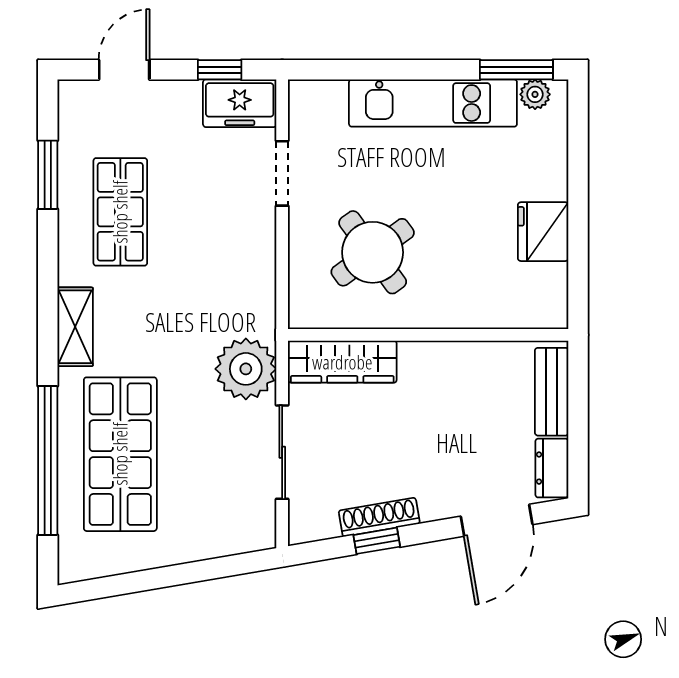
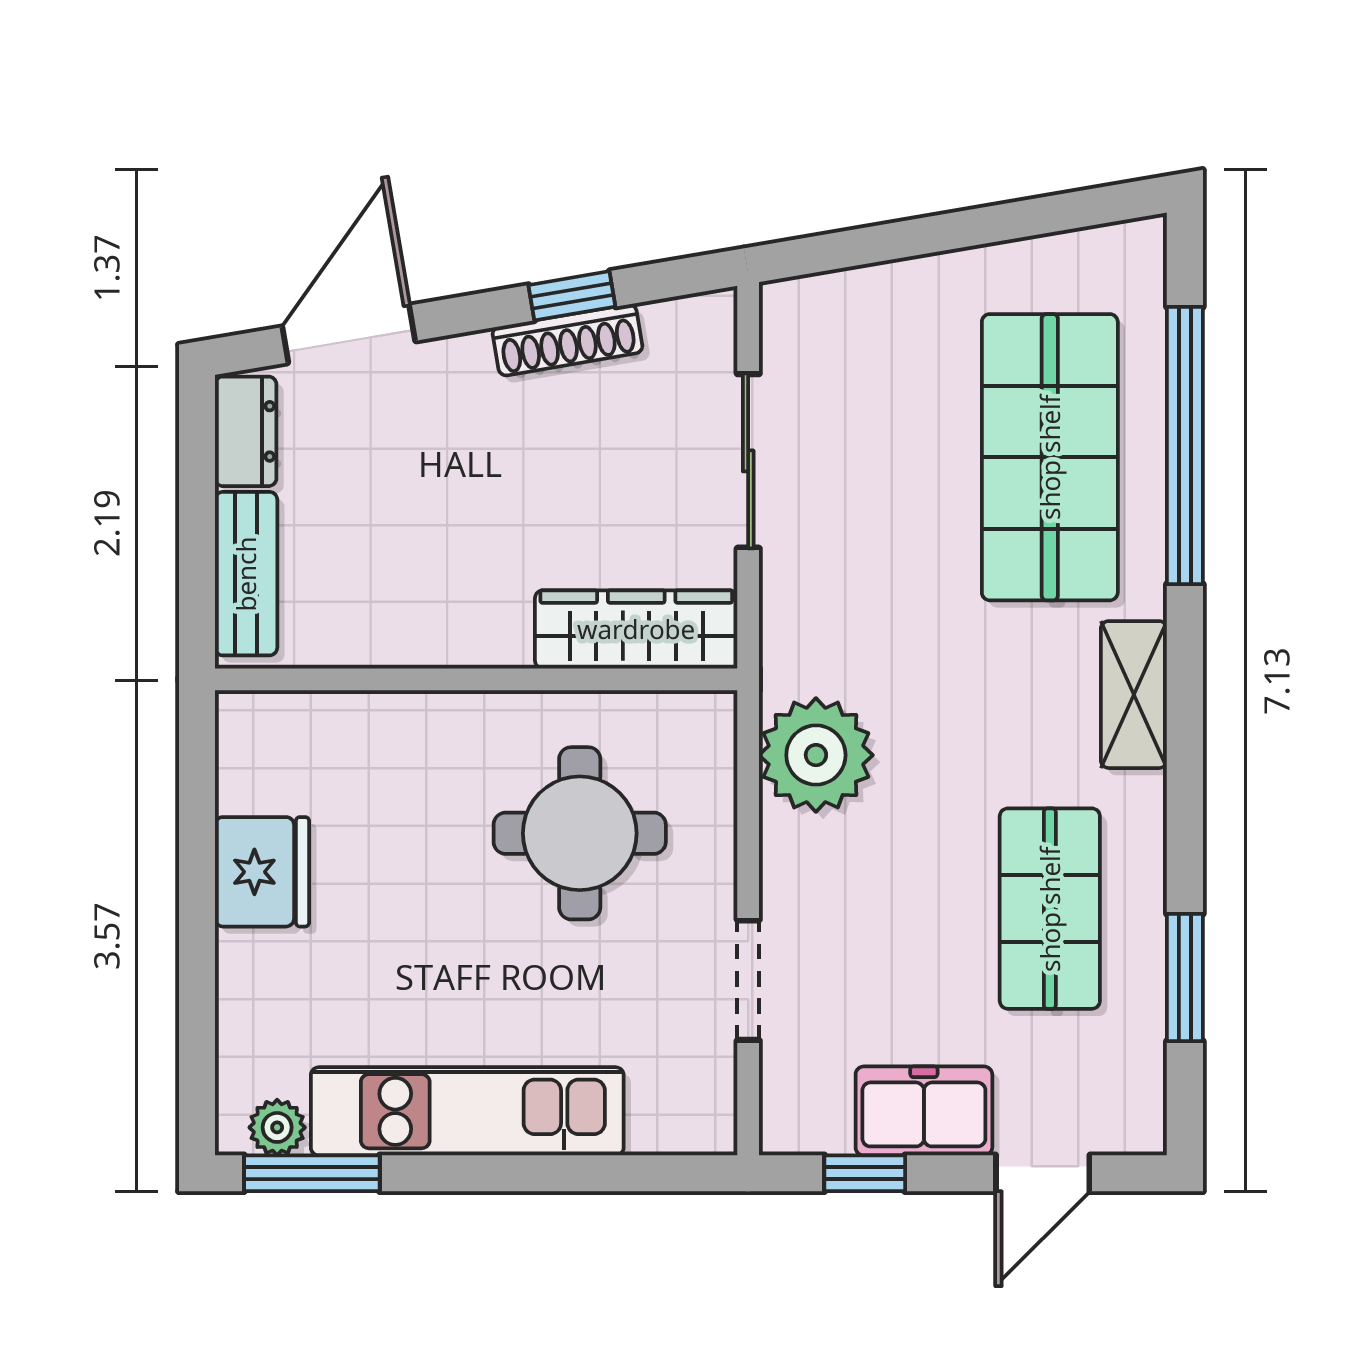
freezer: (240, 103) -> (924, 1111), moved
round table: (373, 252) -> (580, 833), turned 36
plant: (246, 369) -> (816, 755), moved

